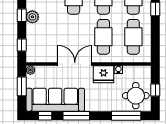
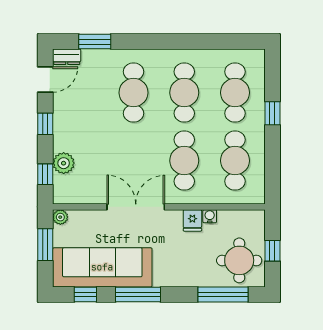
plant: (32, 17) -> (64, 163), moved
fridge: (104, 74) -> (192, 220), width x0.53, depth x0.75

